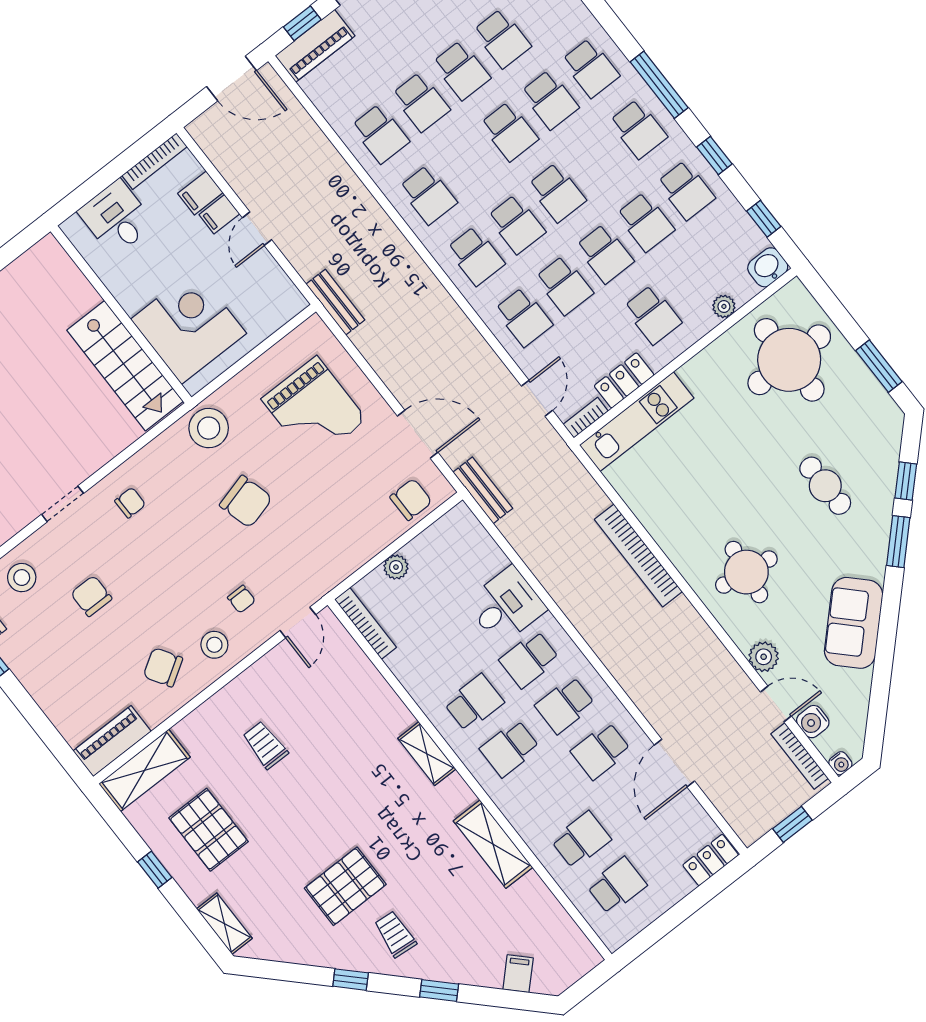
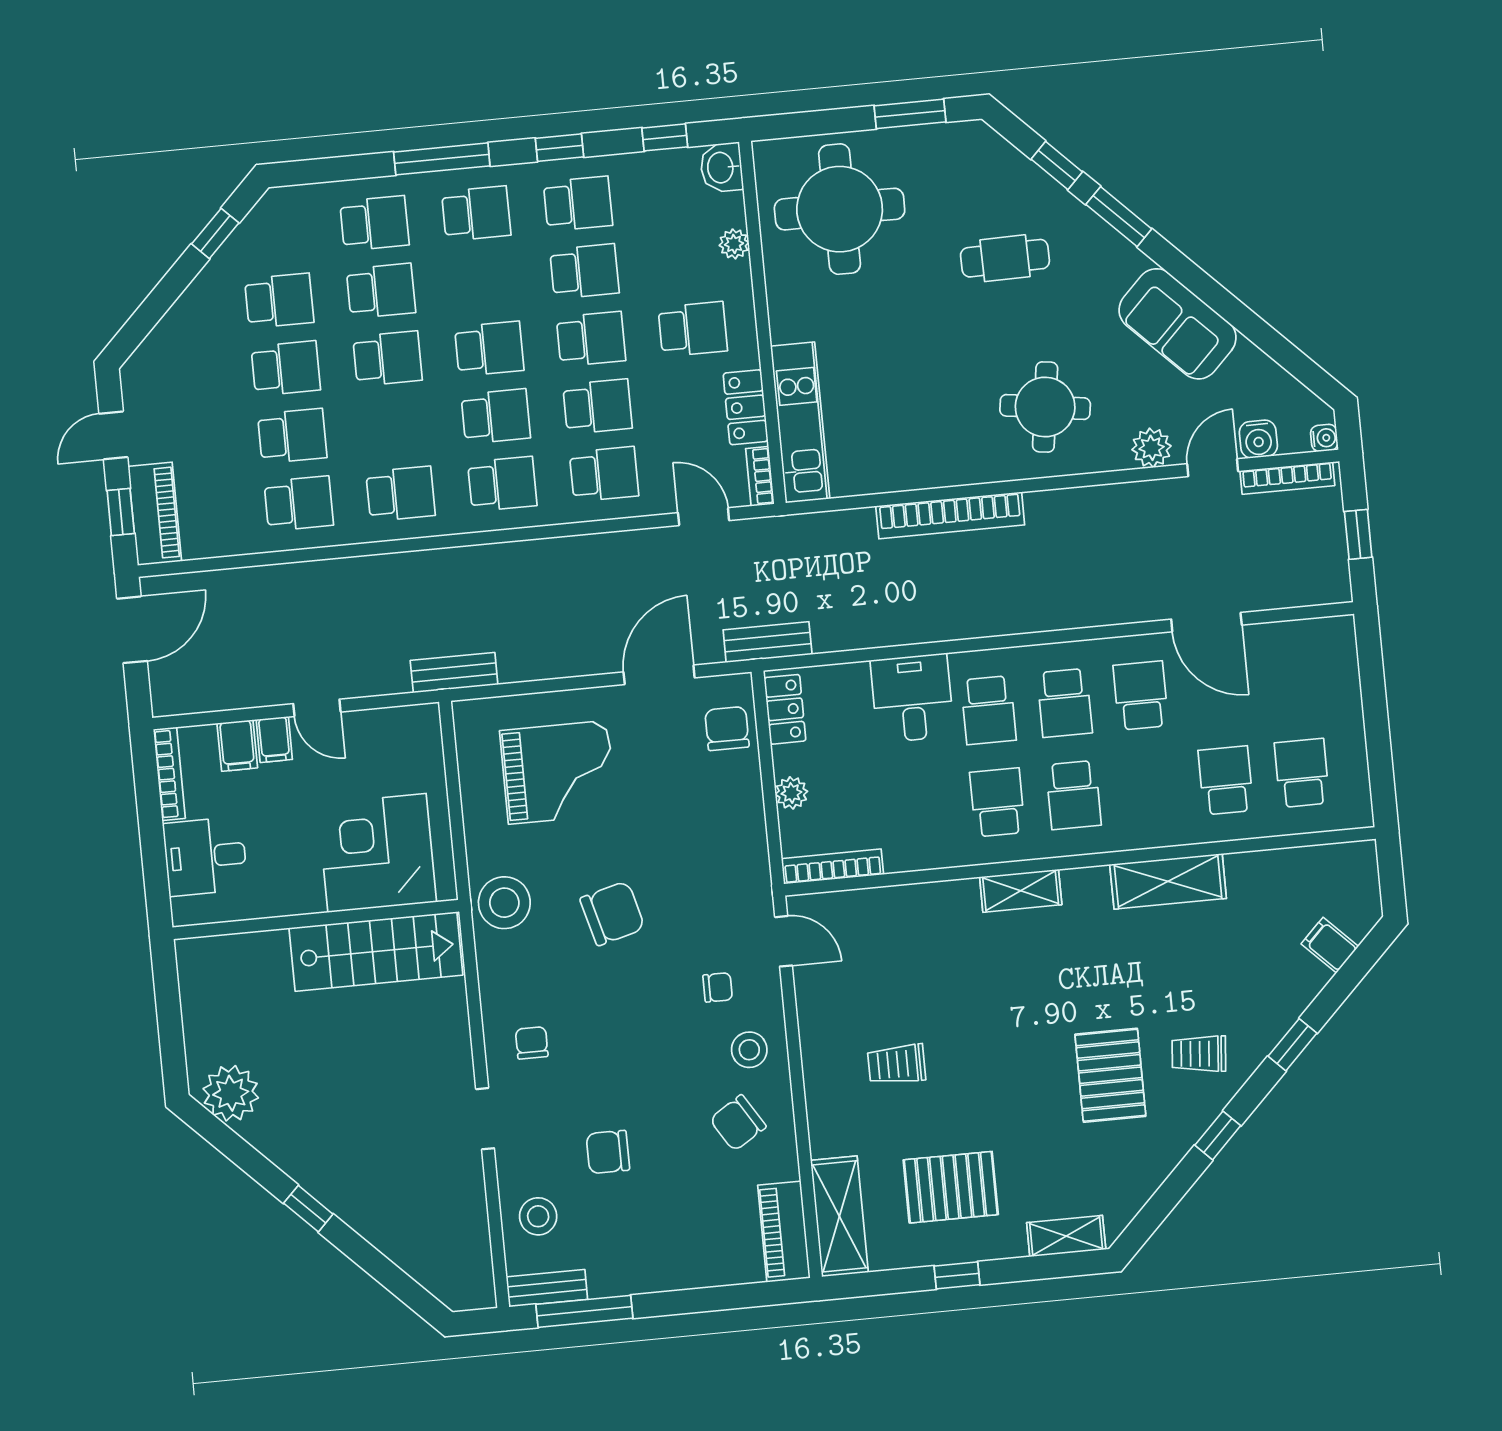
school desk: (601, 751) -> (1141, 696), turned 180
locker: (711, 860) -> (785, 709), moved, turned 180

